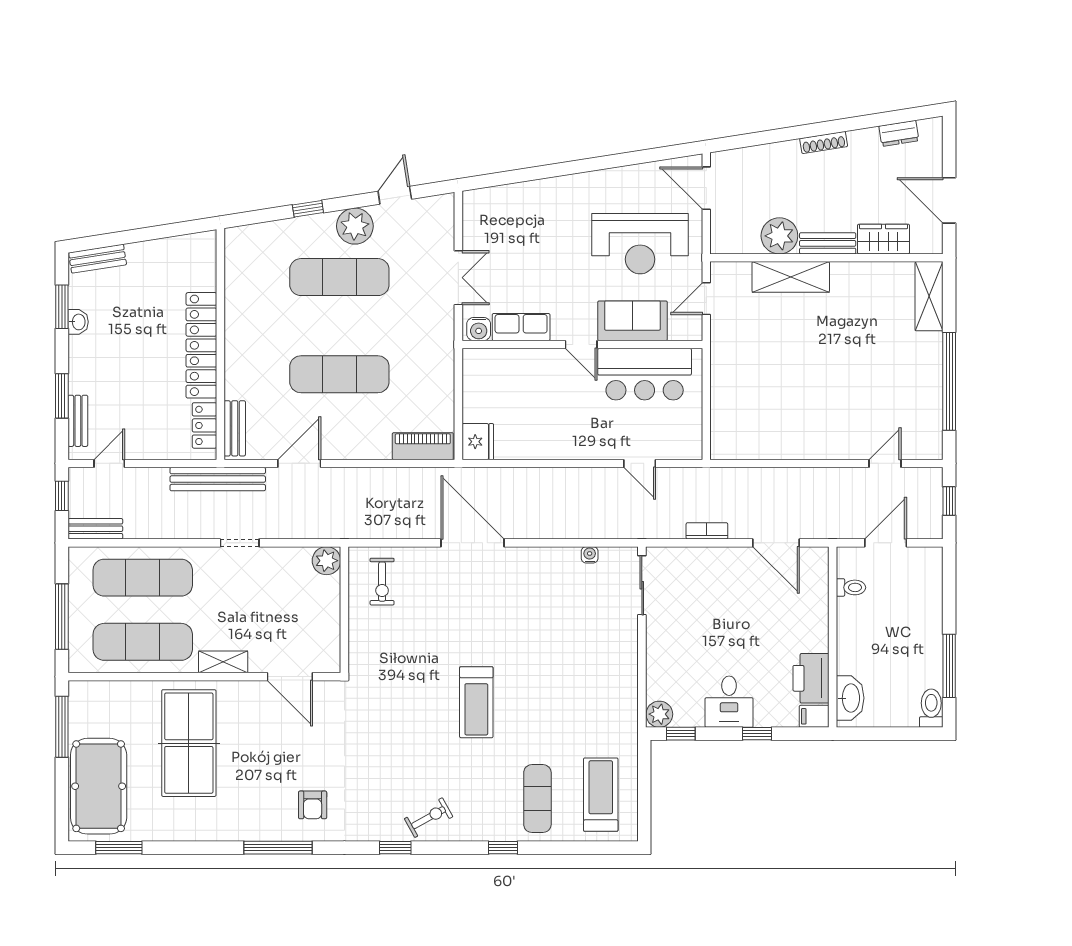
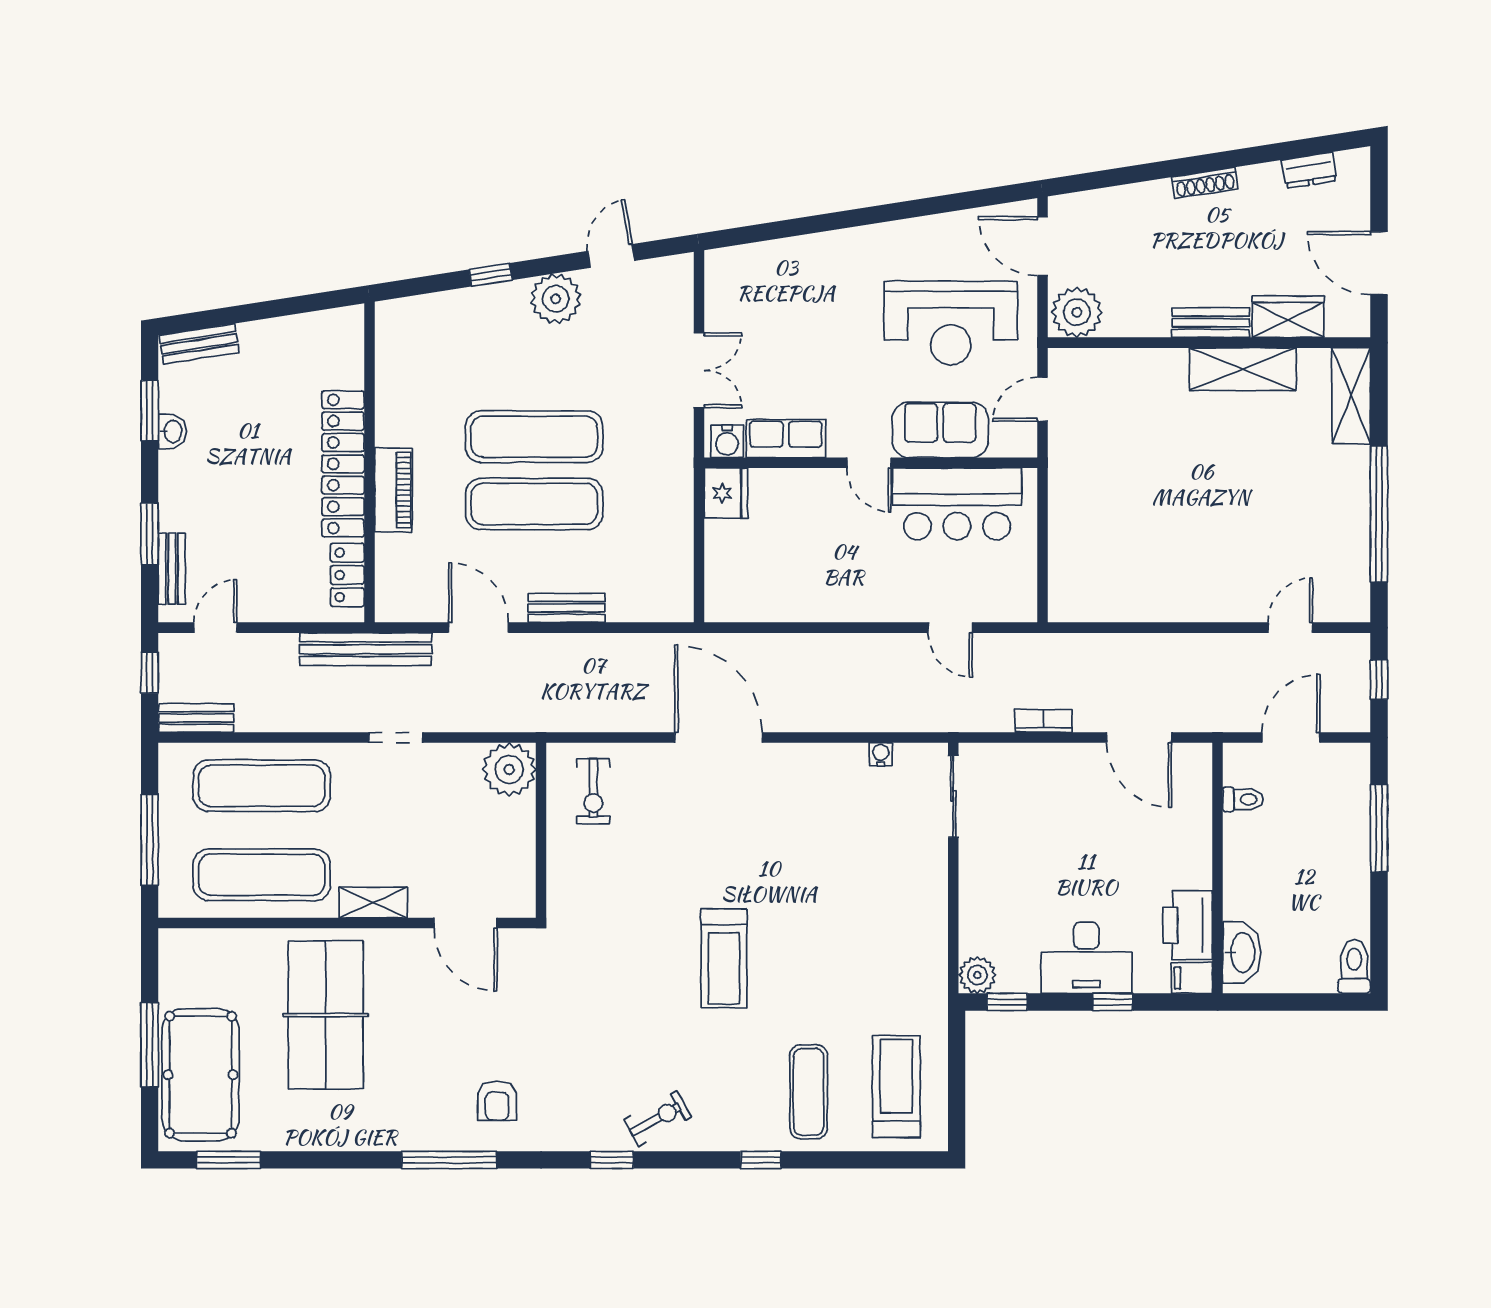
plant: (779, 236) -> (1077, 312), moved
exercise mat: (339, 277) -> (534, 437), moved
shelving: (791, 277) -> (1243, 369), moved
bench: (235, 428) -> (566, 608), moved, turned 90
fridge: (478, 442) -> (726, 493), moved
piano: (423, 446) -> (393, 490), moved, turned 90
door: (299, 463) -> (478, 628), hinge flipped
plant: (326, 561) -> (509, 769), width x1.36, depth x1.36
window: (949, 666) -> (1379, 828), moved
desk: (729, 702) -> (1086, 958), width x1.37
window: (62, 727) -> (150, 1045), moved

